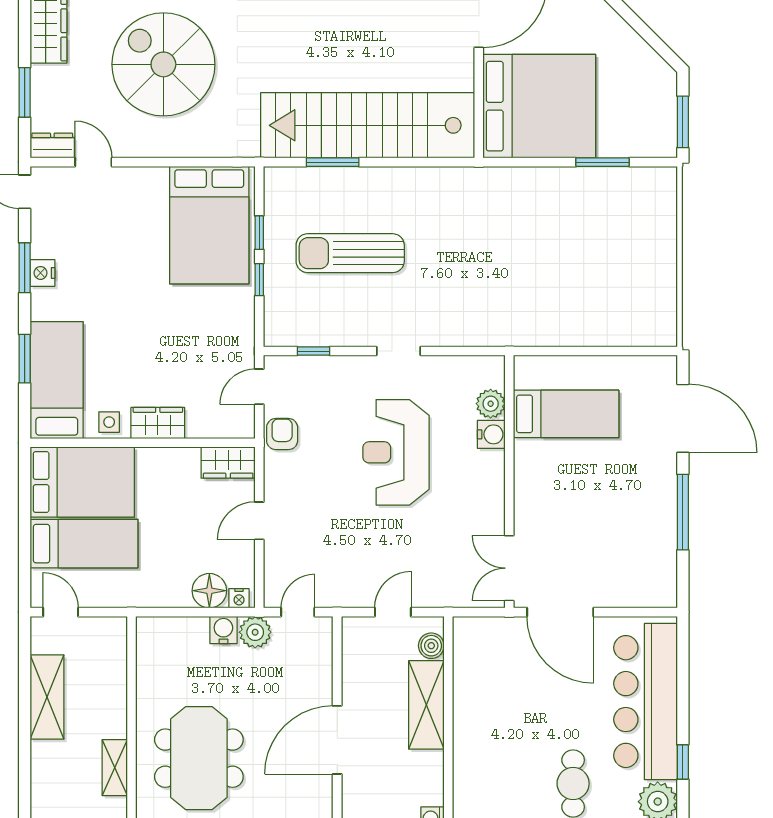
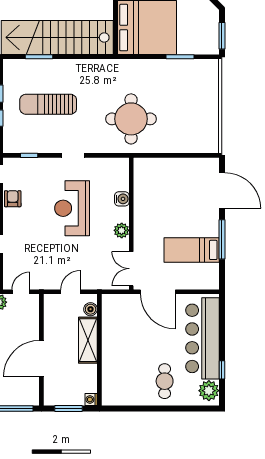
round table: (509, 281) -> (131, 119), added
plant: (491, 404) -> (122, 230), moved
bed: (566, 414) -> (192, 250), moved, turned 180

